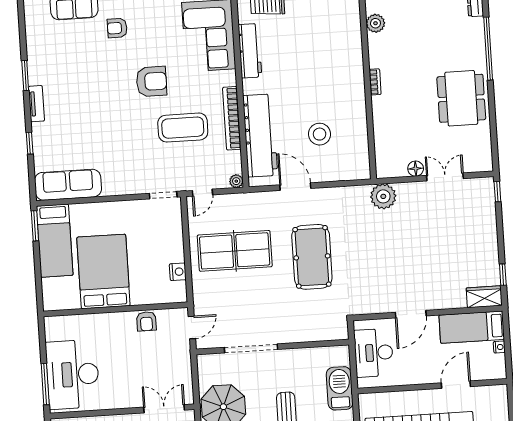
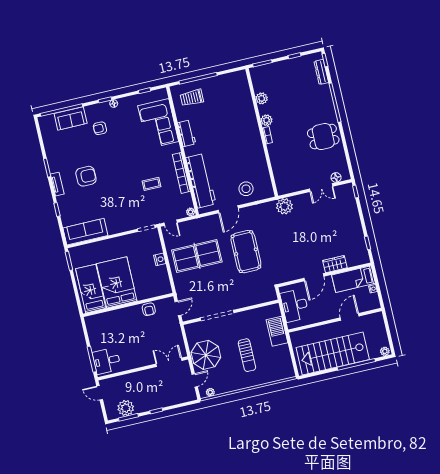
workbench: (250, 51) -> (187, 133), width x0.73
plant: (377, 58) -> (266, 120), added
armchair: (152, 81) -> (86, 176), moved
dining table: (461, 98) -> (323, 137), width x0.73
coffee table: (183, 128) -> (152, 184), width x0.54, depth x0.58
stool: (320, 134) -> (246, 189), moved
floor lamp: (416, 169) -> (336, 177), moved
double door: (445, 177) -> (321, 188), swing flipped
door: (295, 187) -> (228, 209), swing flipped
door: (202, 193) -> (171, 223), hinge flipped
bed: (55, 241) -> (91, 289), moved, turned 180
nightstand: (178, 272) -> (160, 259), moved
wardrobe: (484, 297) -> (335, 264), moved
desk: (73, 374) -> (107, 361), width x0.53, depth x0.77

